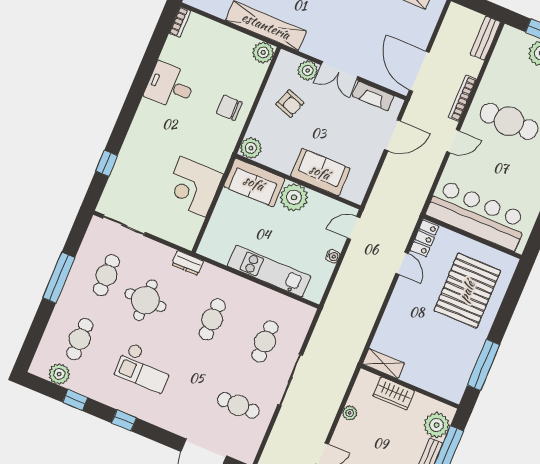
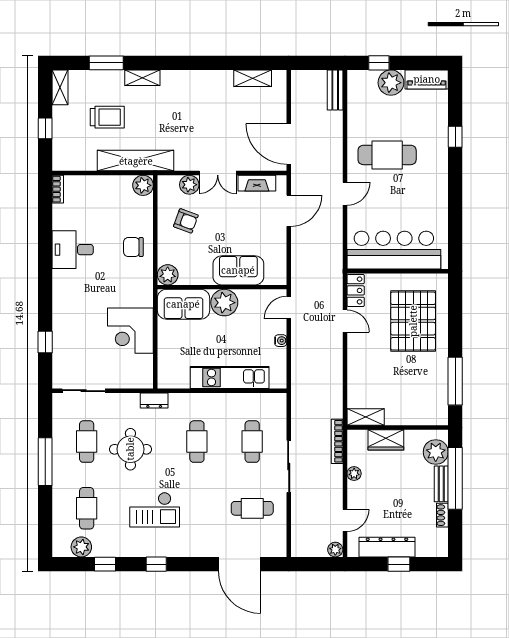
bookcase: (462, 98) -> (337, 441), moved

